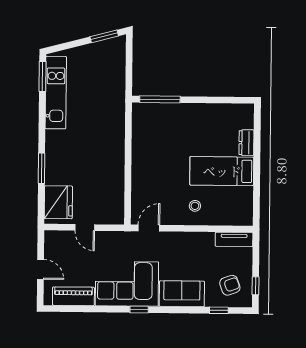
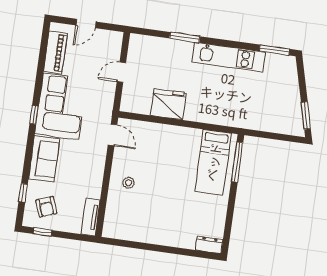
kitchen unit: (56, 93) -> (229, 57), moved
dresser: (246, 143) -> (209, 245), moved
bed: (222, 171) -> (213, 162), moved, turned 180
fridge: (58, 202) -> (168, 104), moved, turned 180

